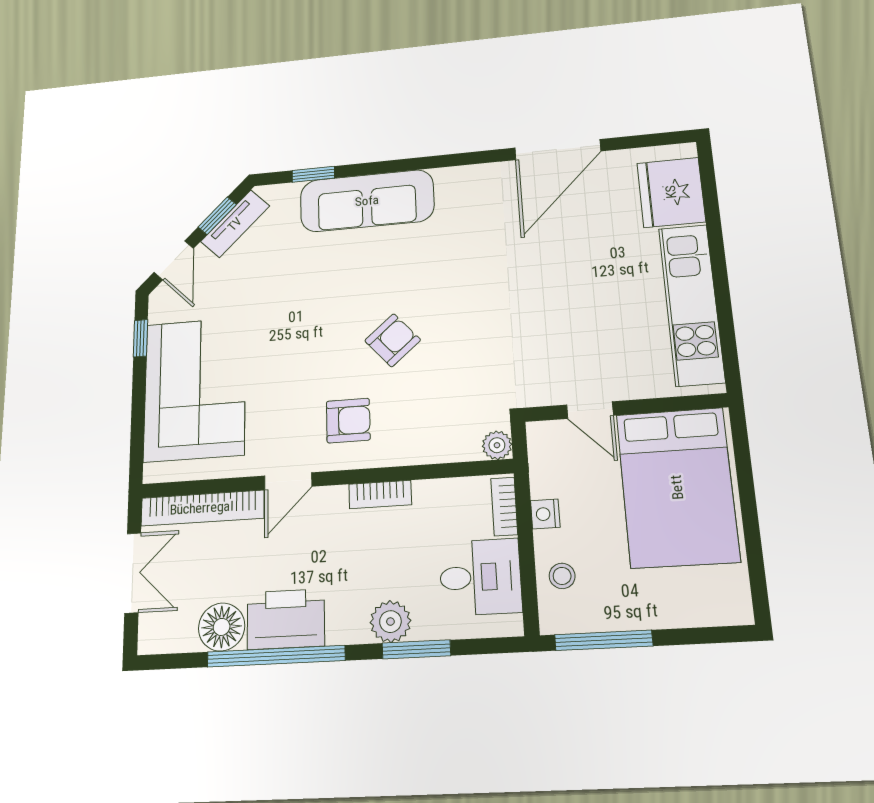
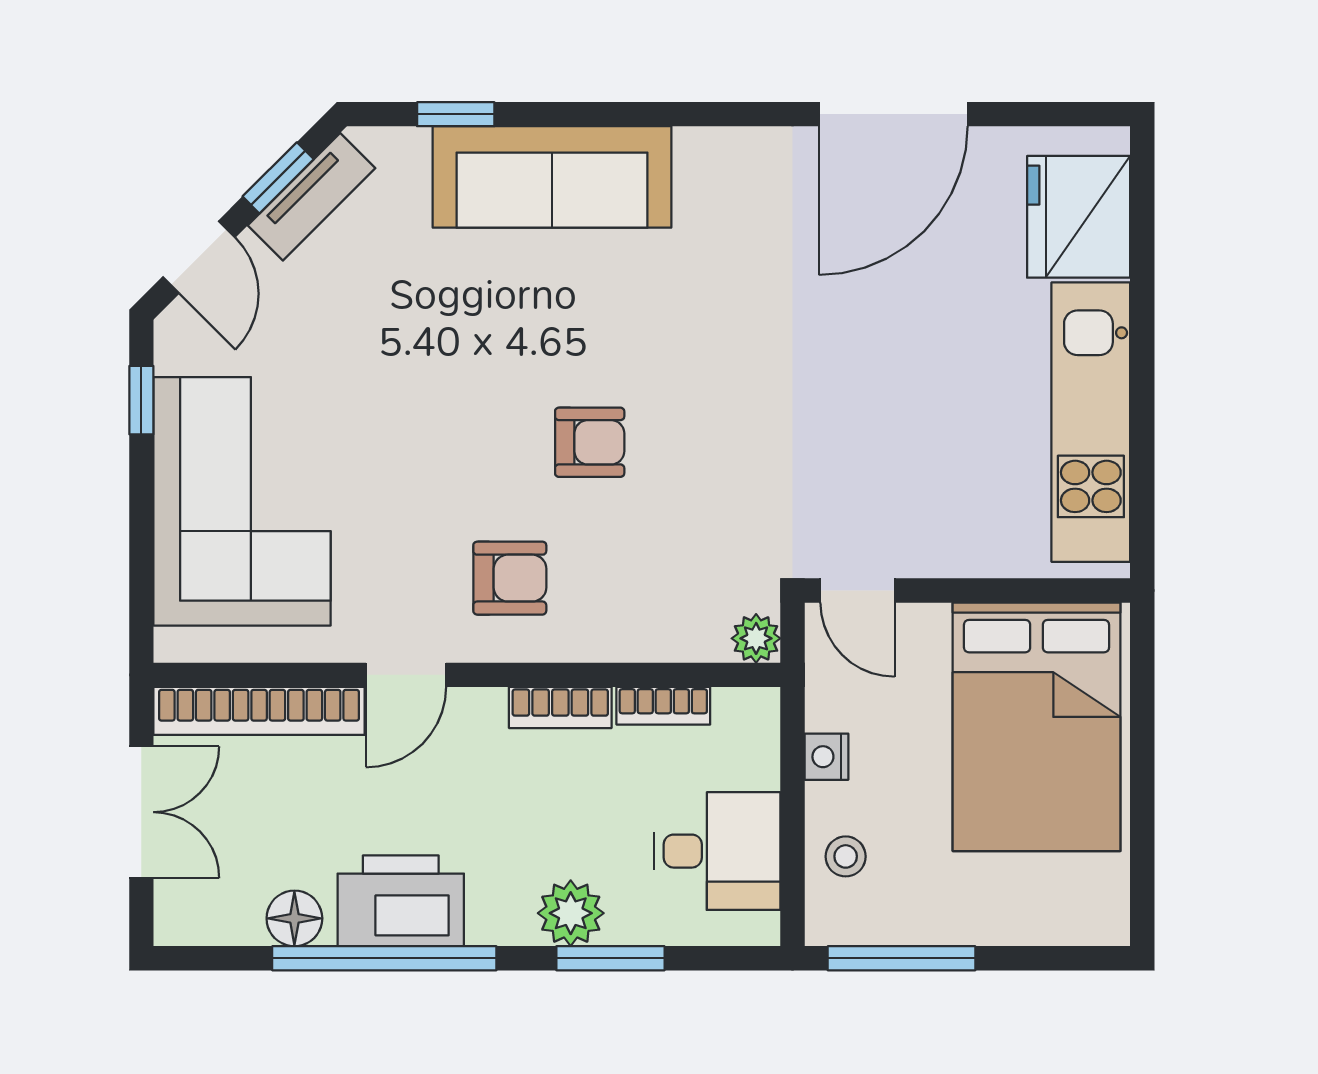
armchair: (393, 340) -> (590, 442), turned 41
door: (590, 410) -> (857, 591), moved
bookcase: (504, 507) -> (663, 706), moved, turned -90
floor lamp: (222, 627) -> (294, 918), width x0.73, depth x0.73

